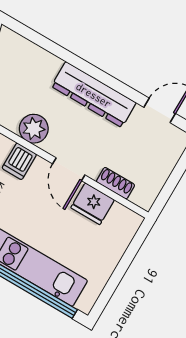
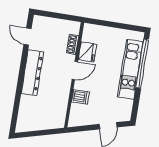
plant: (34, 129) -> (61, 96), removed

